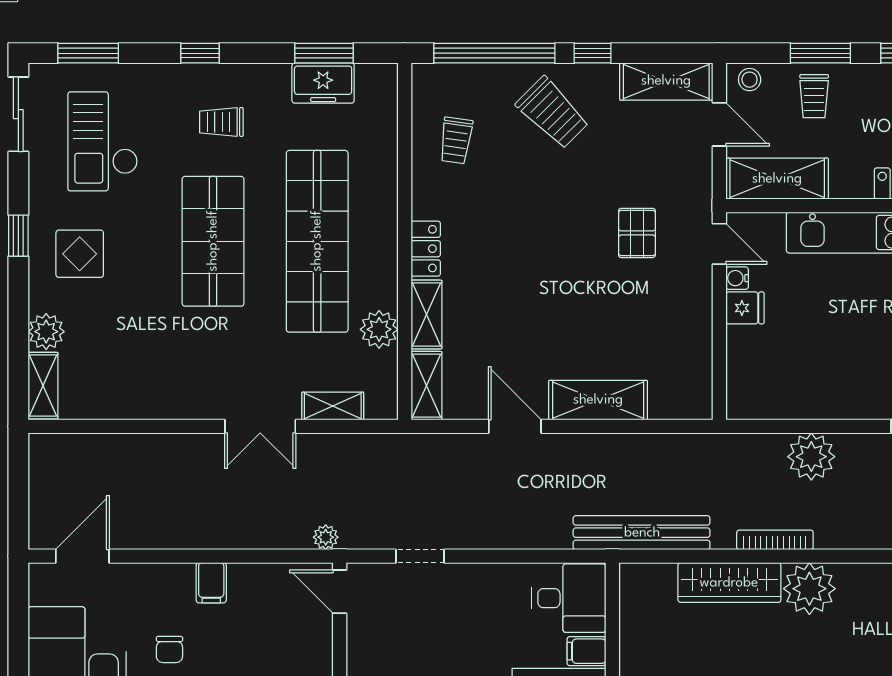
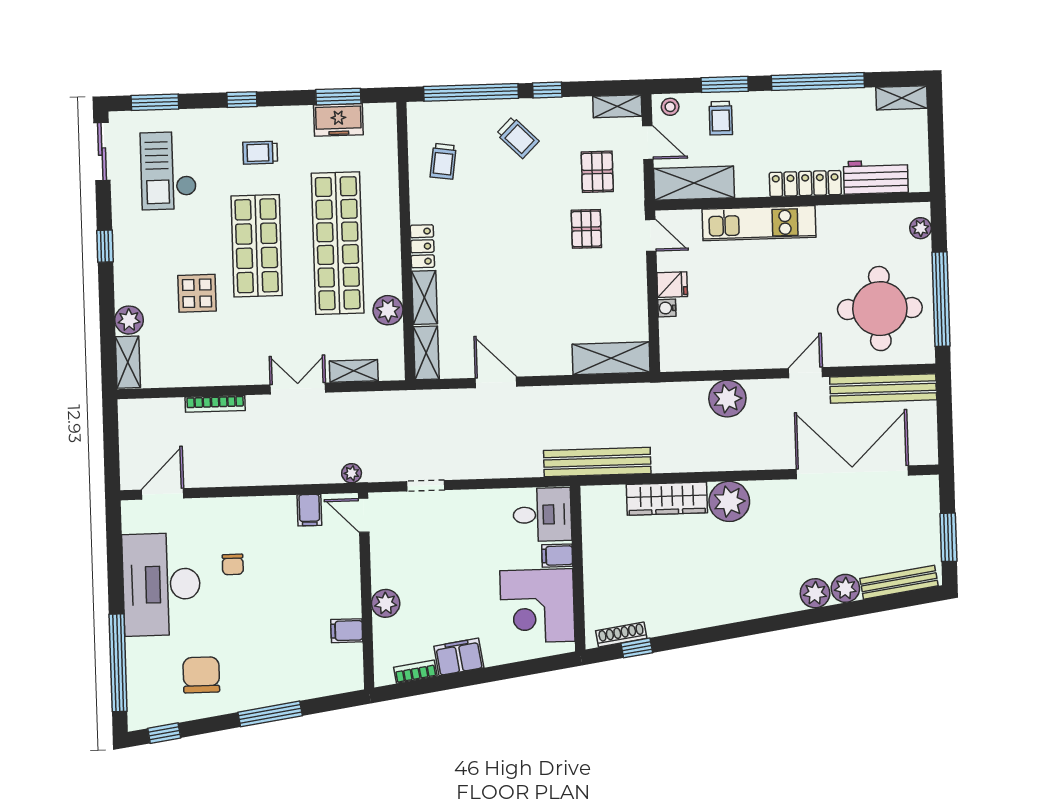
shelving: (666, 81) -> (617, 106), width x0.67, depth x0.75
trolley: (553, 113) -> (518, 137), width x0.73, depth x0.72
pallet: (653, 160) -> (597, 172), added
display table: (80, 254) -> (197, 293), moved
water cooler: (737, 278) -> (667, 308), moved
shelving: (598, 400) -> (611, 358), moved
double door: (260, 426) -> (298, 389), swing flipped
bookcase: (775, 540) -> (215, 404), moved, turned 180
filing cabinet: (211, 583) -> (309, 510), moved

